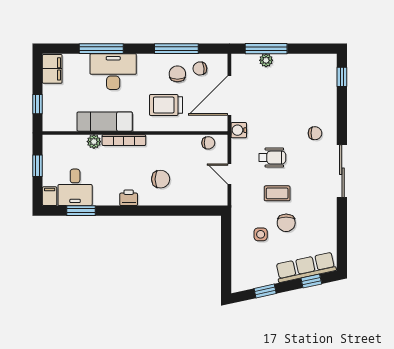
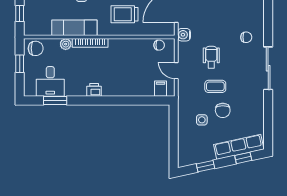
wheelchair: (272, 158) -> (211, 57), turned -90
chair: (161, 179) -> (36, 48), moved
filing cabinet: (50, 196) -> (160, 89), moved

